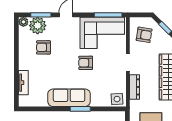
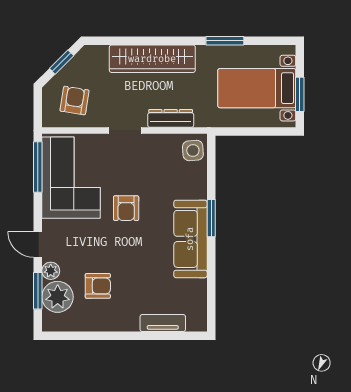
plant: (23, 22) -> (51, 271), moved
armchair: (43, 47) -> (98, 286), turned -90

